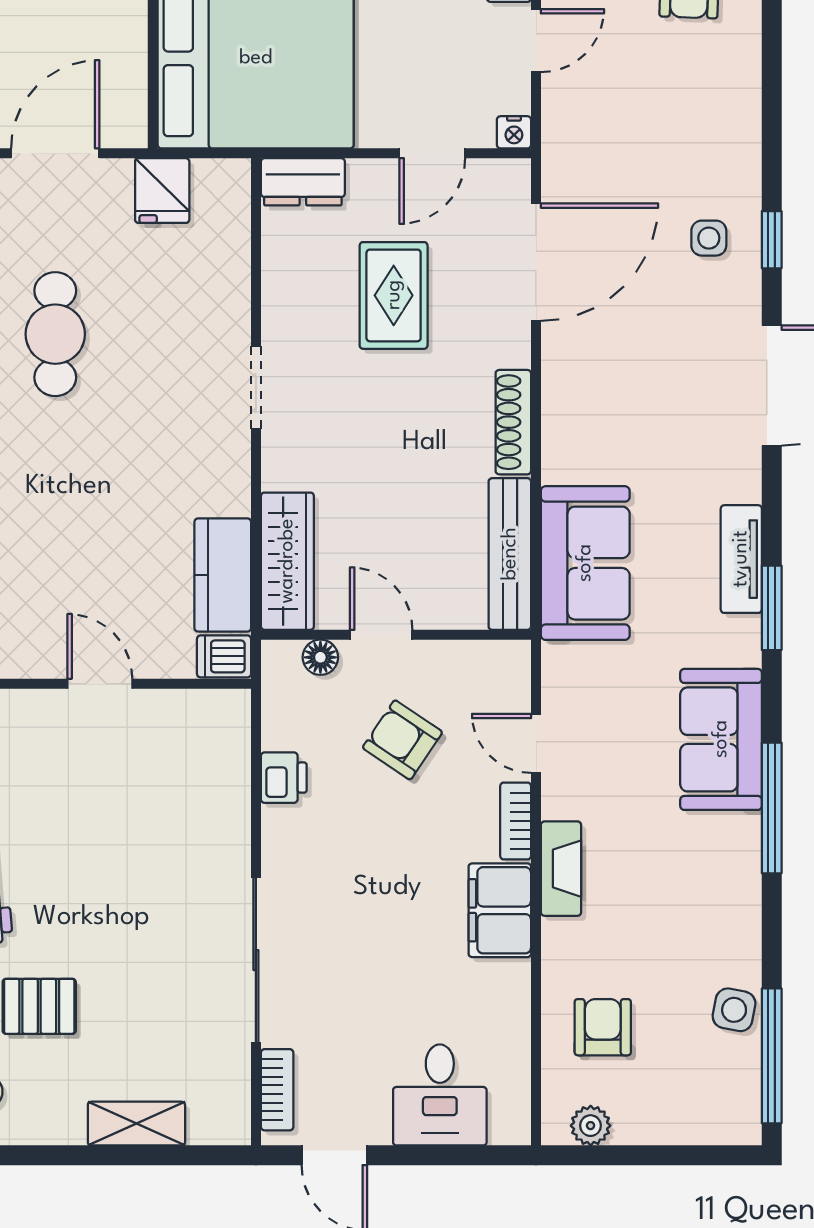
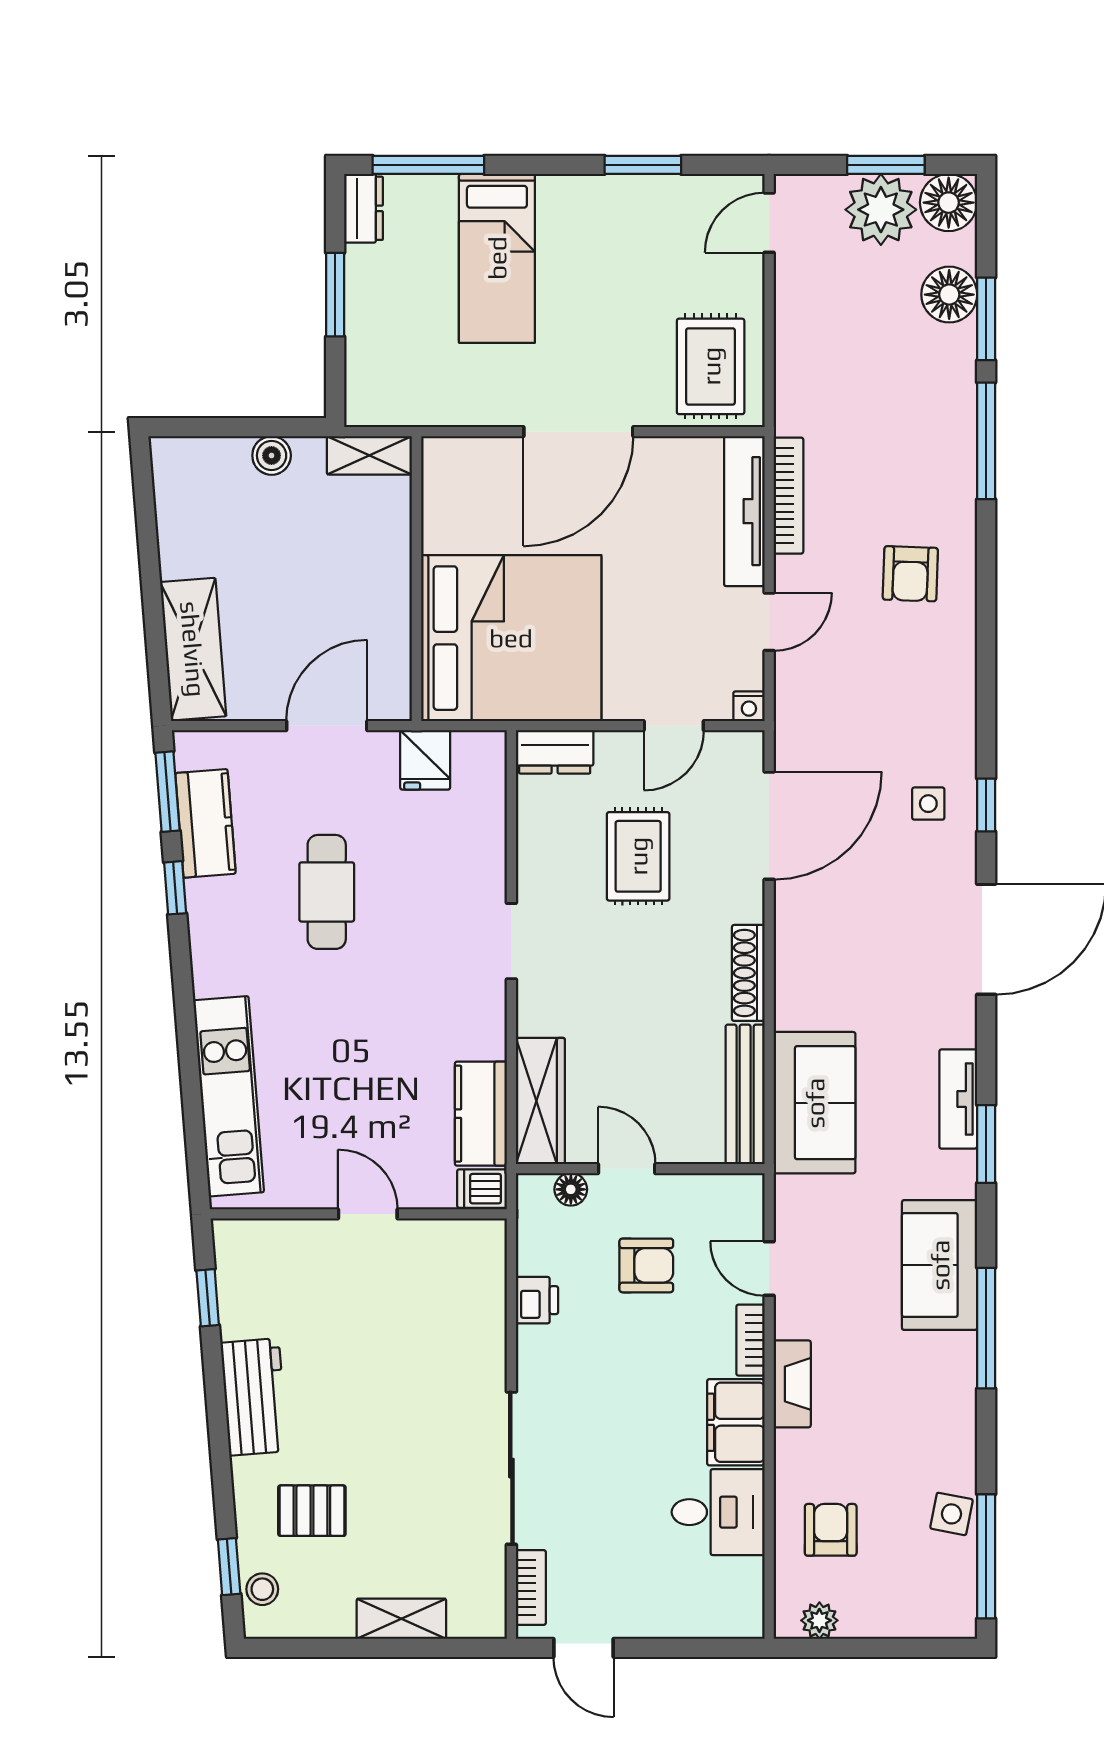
armchair: (402, 740) -> (646, 1265), turned 146
desk: (440, 1095) -> (718, 1512), moved, turned -90

